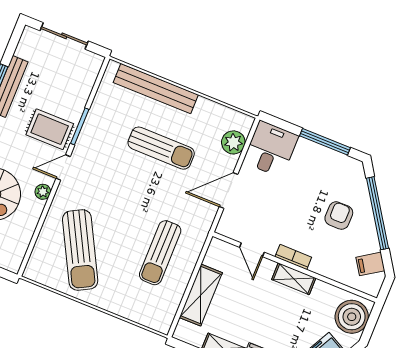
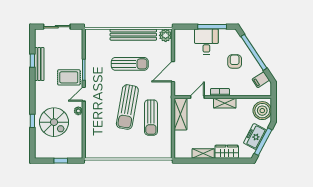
bench: (156, 89) -> (133, 35), moved
plant: (233, 142) -> (166, 35), moved
desk: (271, 149) -> (206, 42), moved
sun lounger: (80, 250) -> (127, 107), moved, turned 38
door: (252, 250) -> (197, 97), swing flipped
shelving: (201, 295) -> (181, 114), moved

